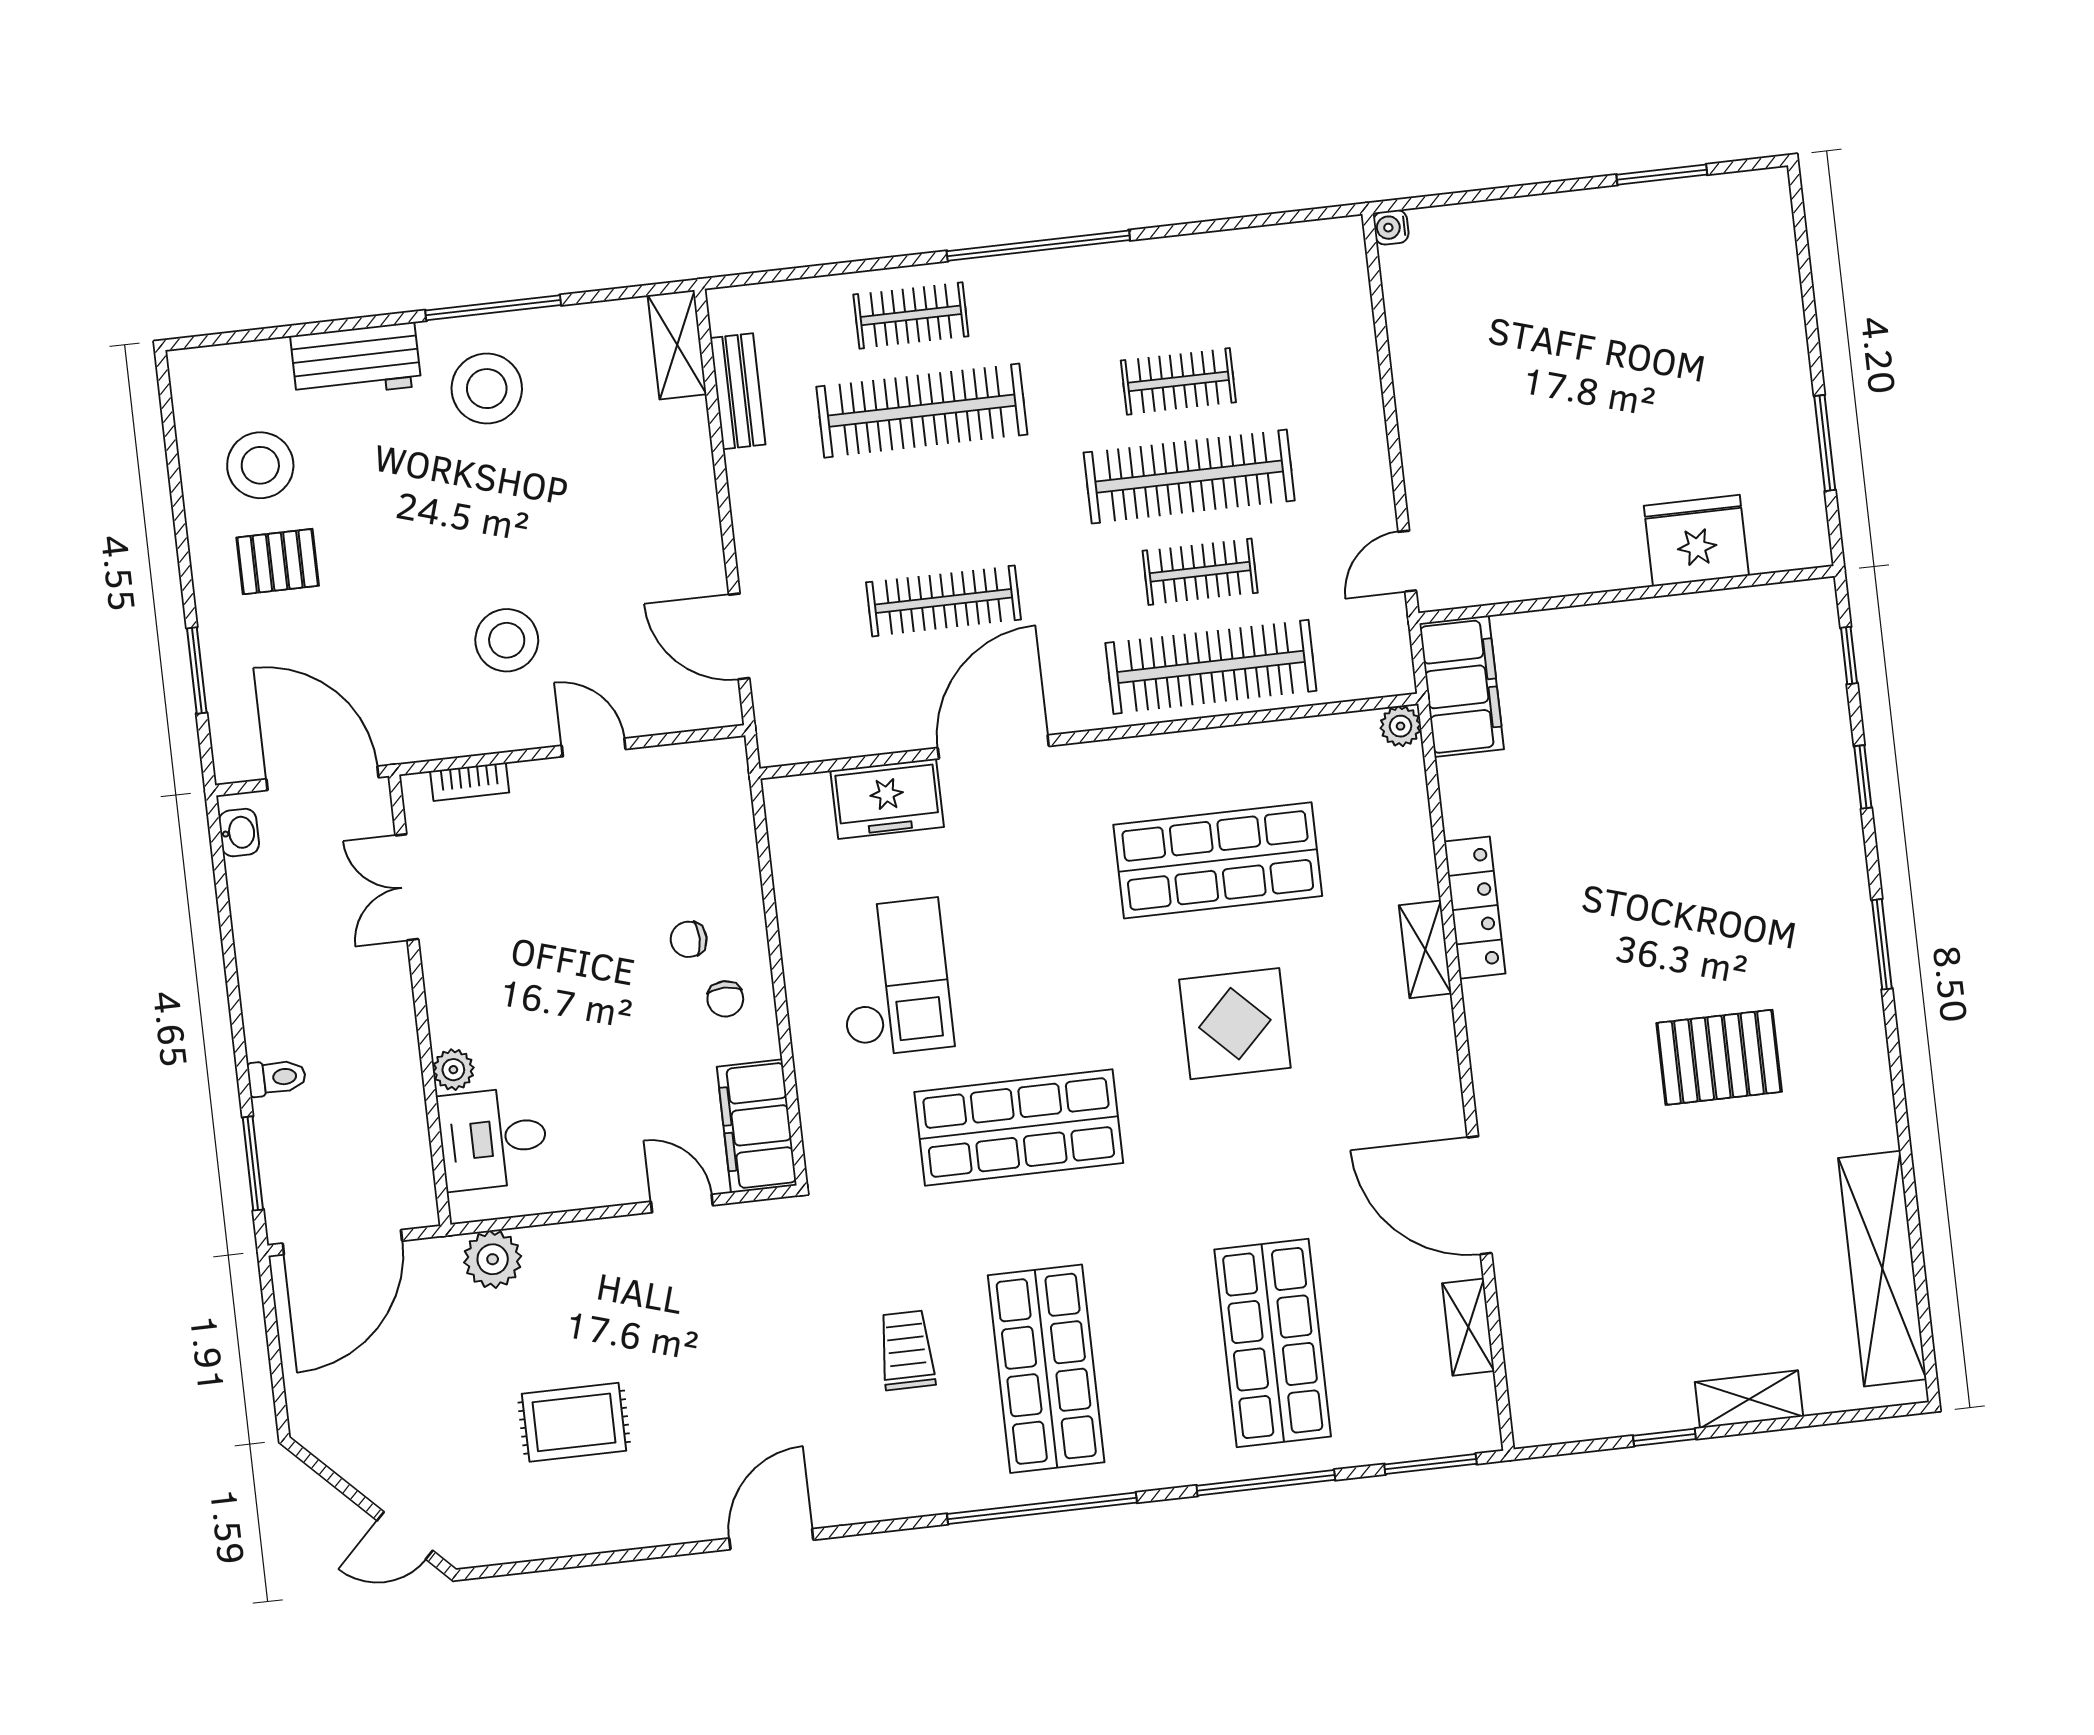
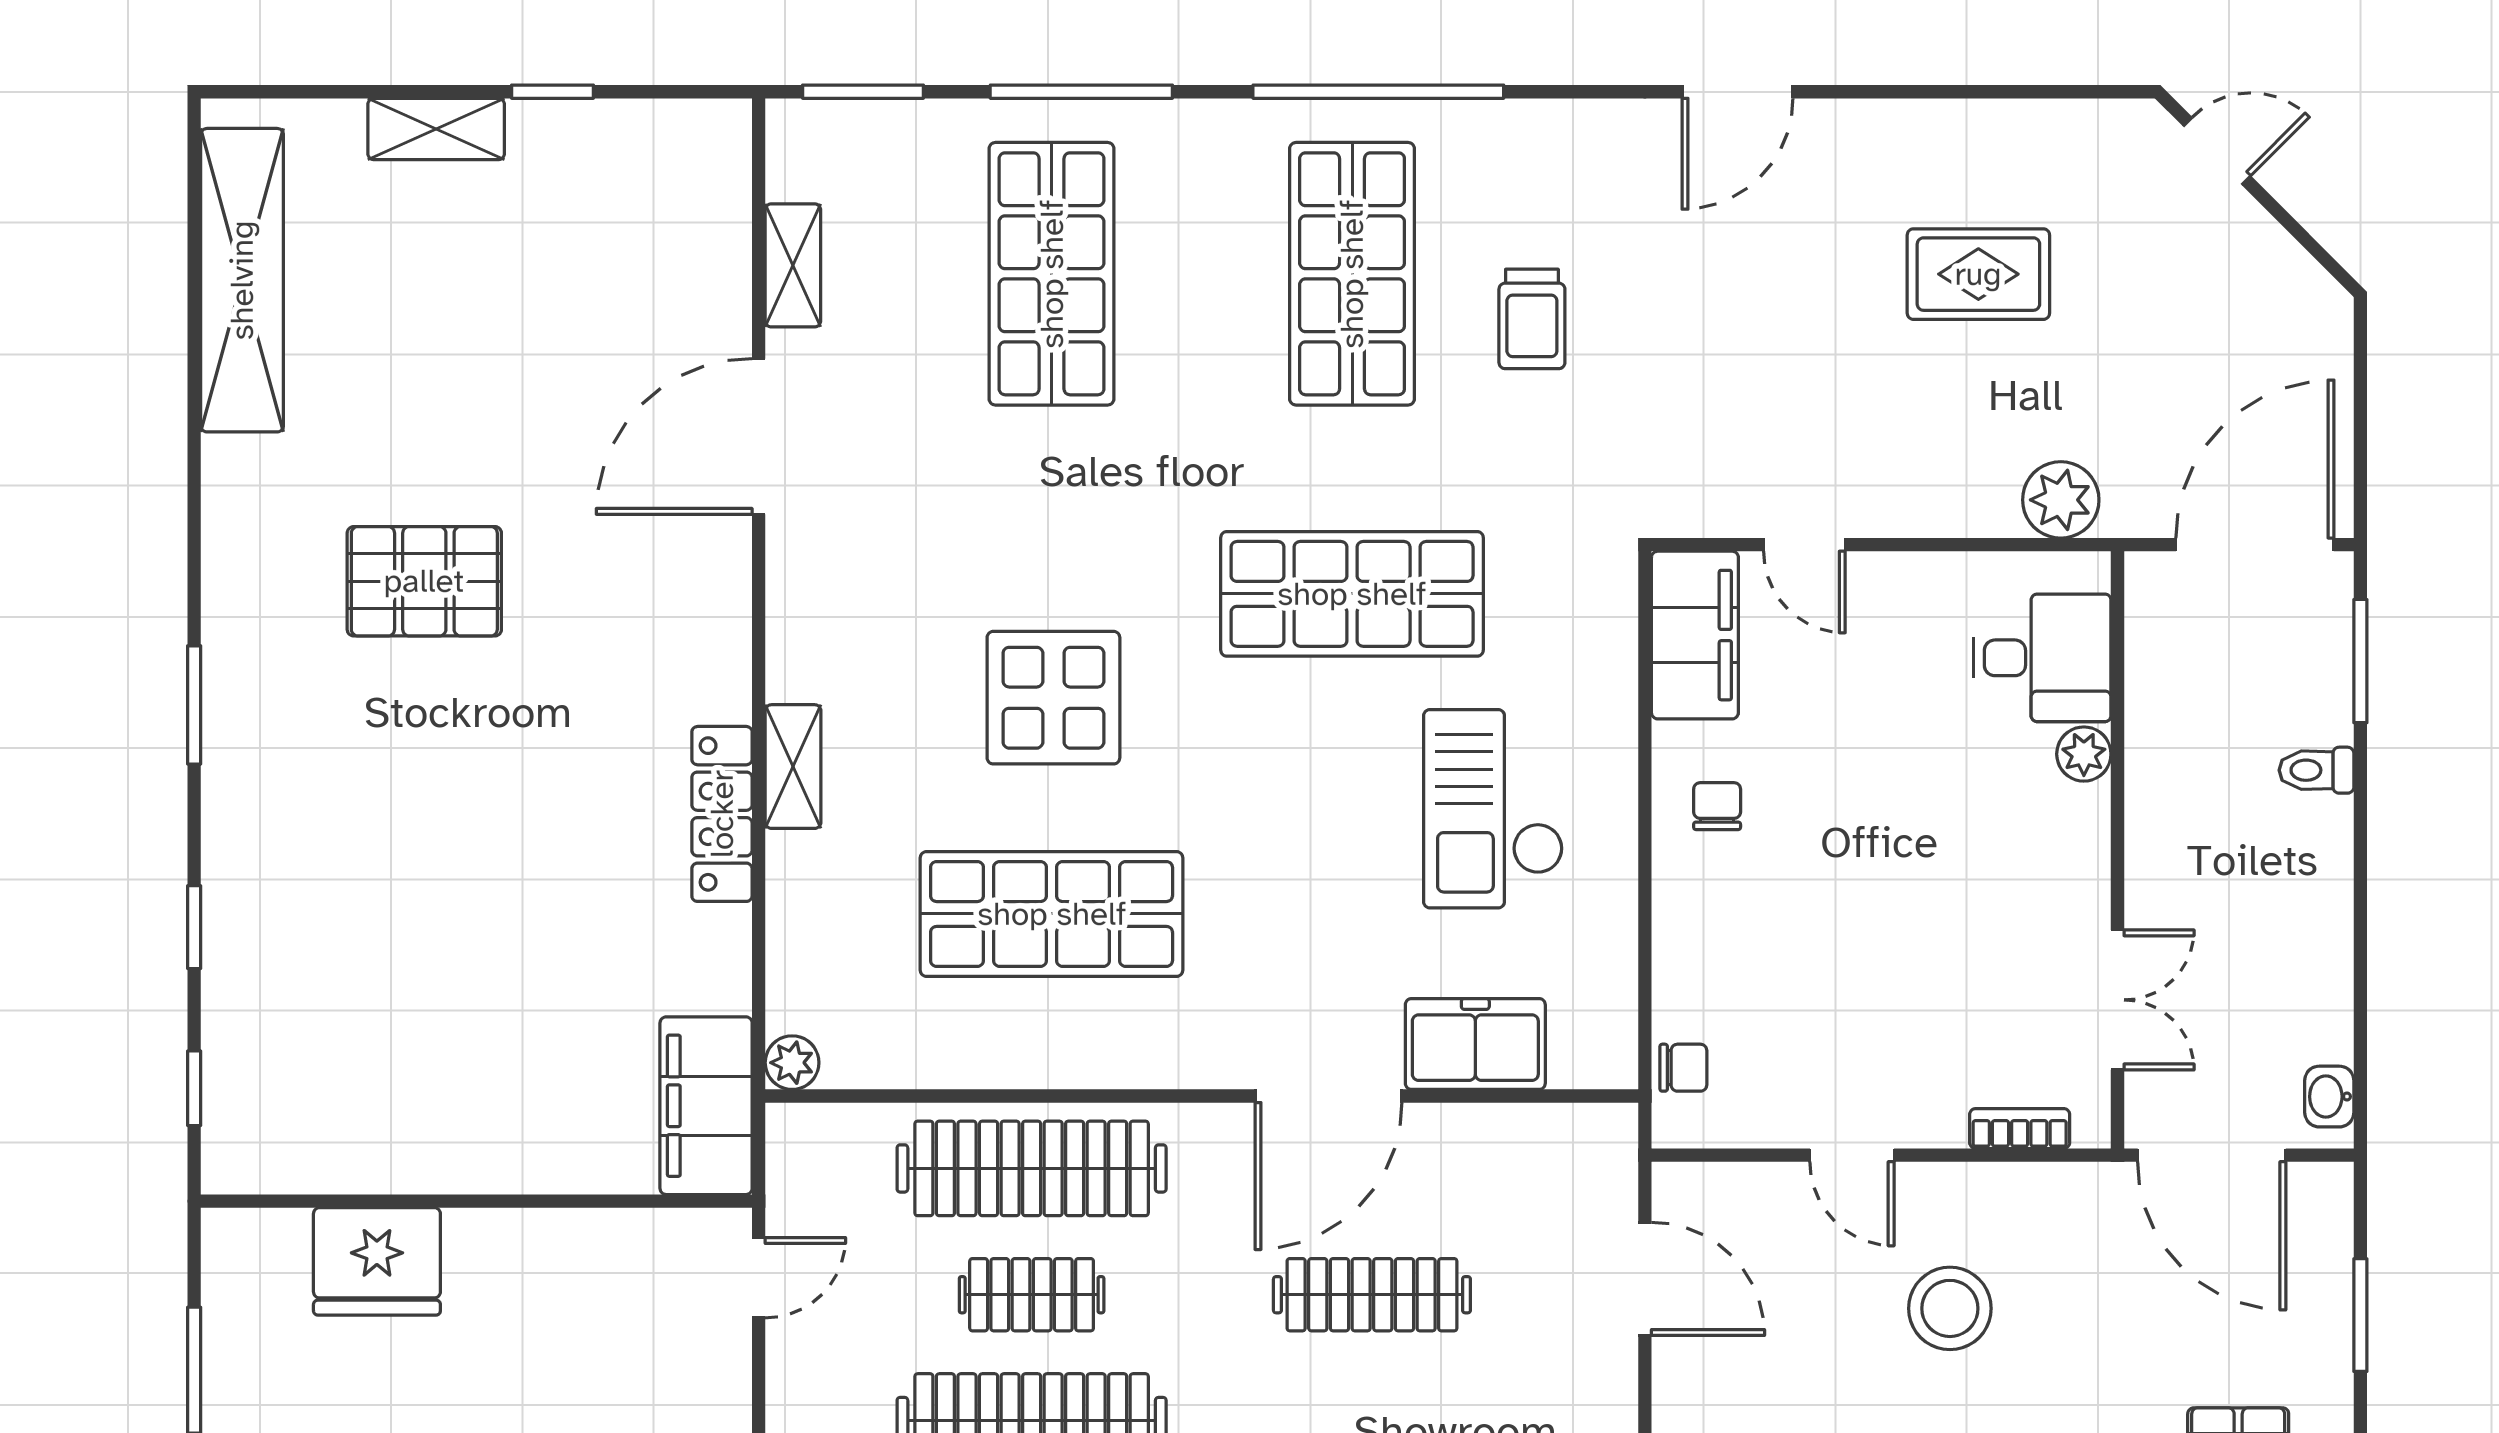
chair: (689, 939) -> (1683, 1068), moved
door: (1479, 1195) -> (759, 436), swing flipped

